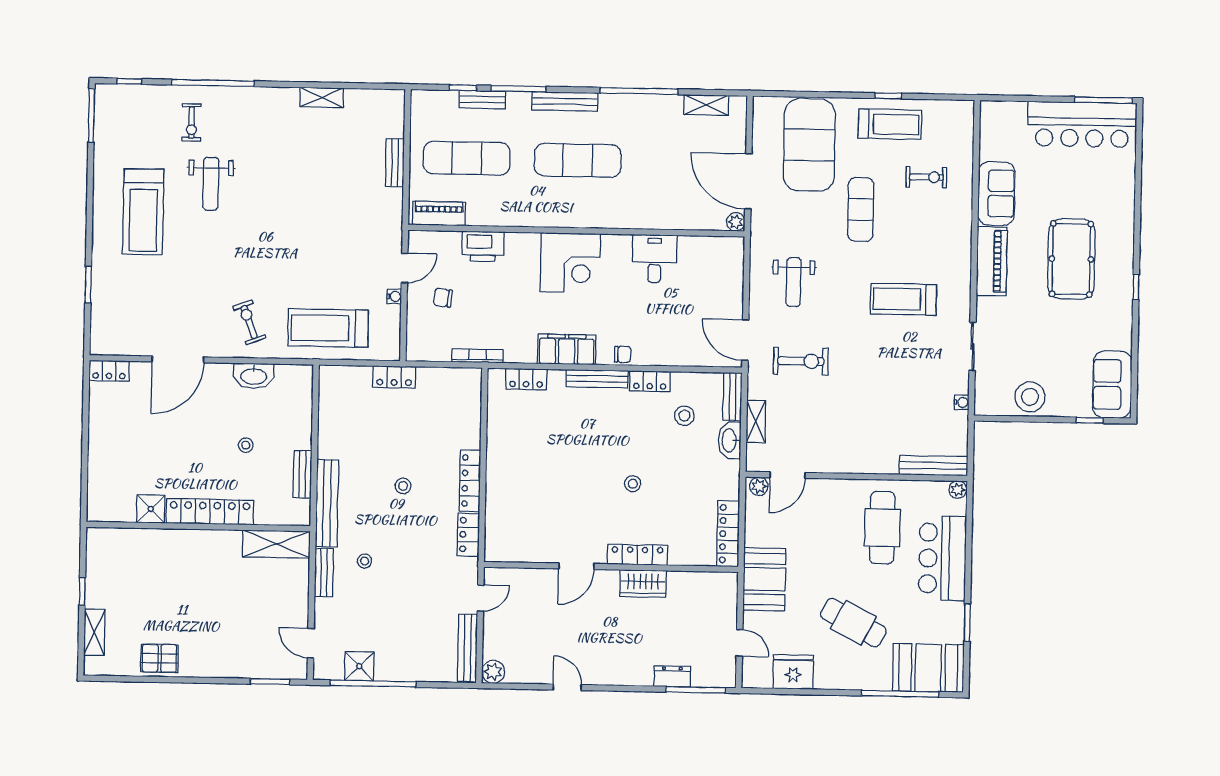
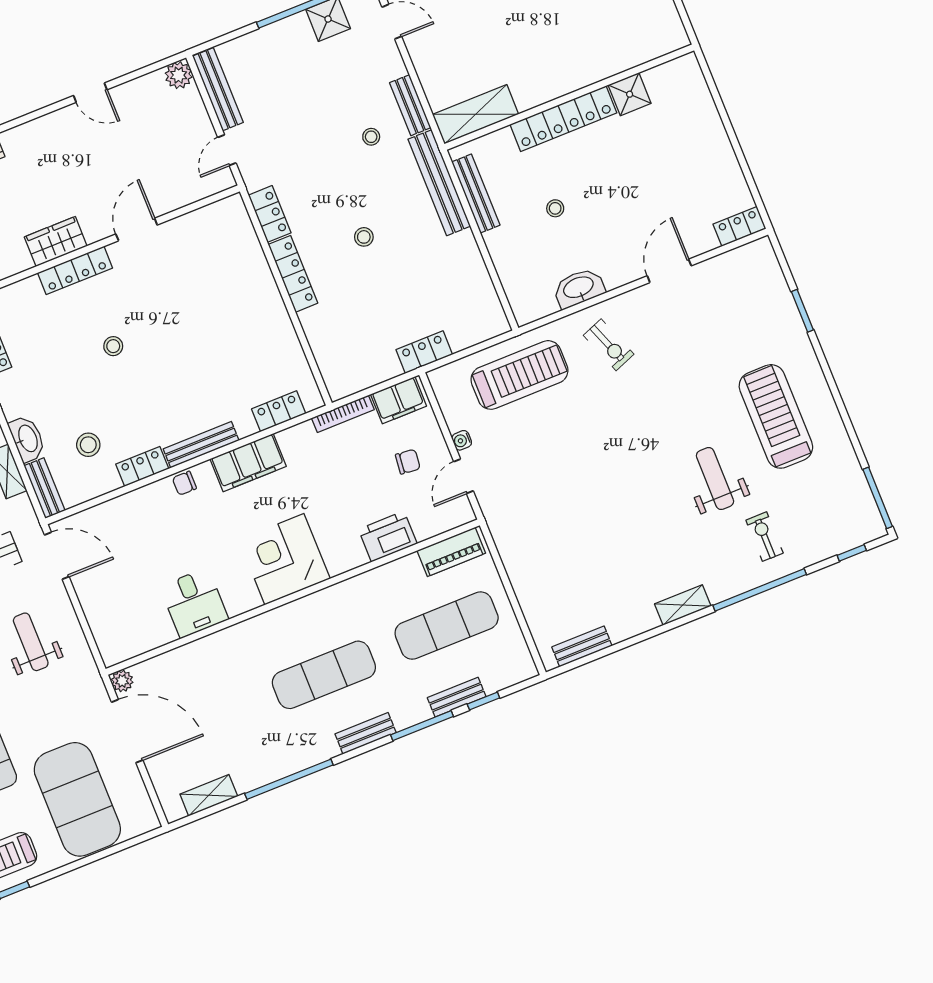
shelving: (322, 97) -> (683, 605), moved
bench: (565, 101) -> (366, 733), width x0.73
bench: (395, 163) -> (582, 646), moved, turned 90
filing cabinet: (430, 348) -> (399, 400), added
door: (178, 359) -> (669, 271), width x0.73
bench: (302, 474) -> (476, 194), width x1.36

